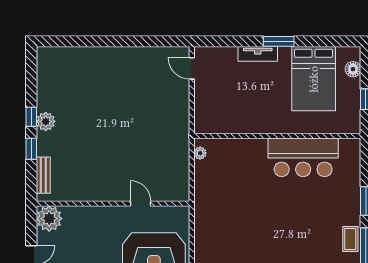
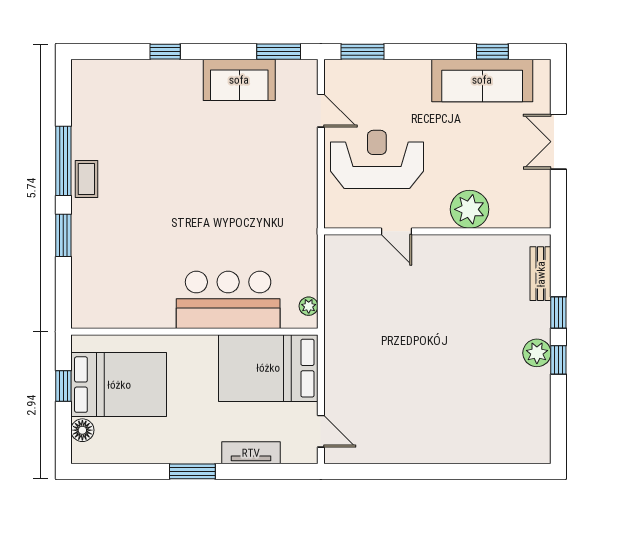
tv unit: (258, 54) -> (251, 453), moved
bed: (314, 79) -> (119, 385), moved, turned 90
bed: (227, 111) -> (268, 368), added
bar counter: (303, 157) -> (228, 300), moved
plant: (49, 219) -> (470, 209), moved

